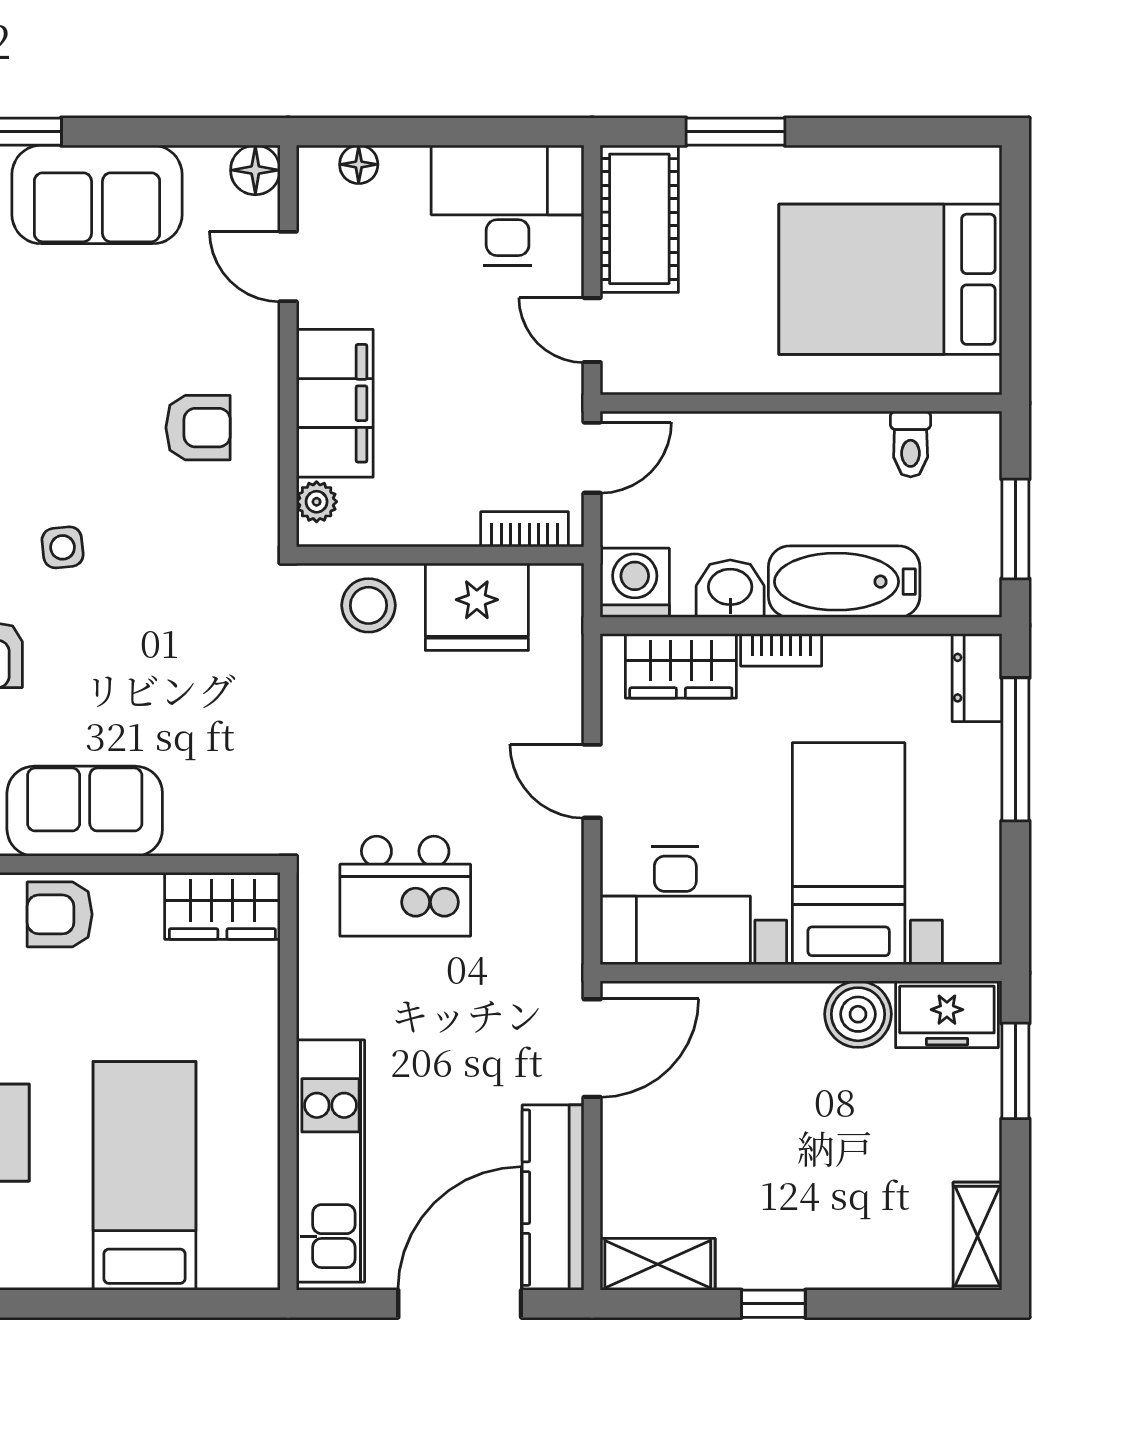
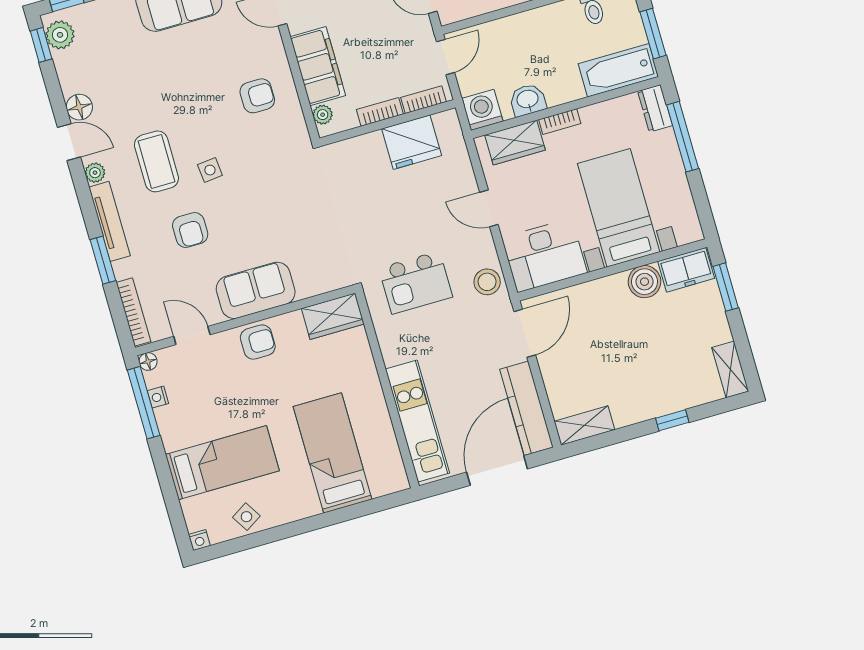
bookcase: (431, 529) -> (380, 112), added
bathtub: (844, 582) -> (618, 70), moved
stool: (368, 605) -> (487, 282), moved
armchair: (60, 914) -> (258, 342), turned 180
window: (773, 1304) -> (672, 420), moved

